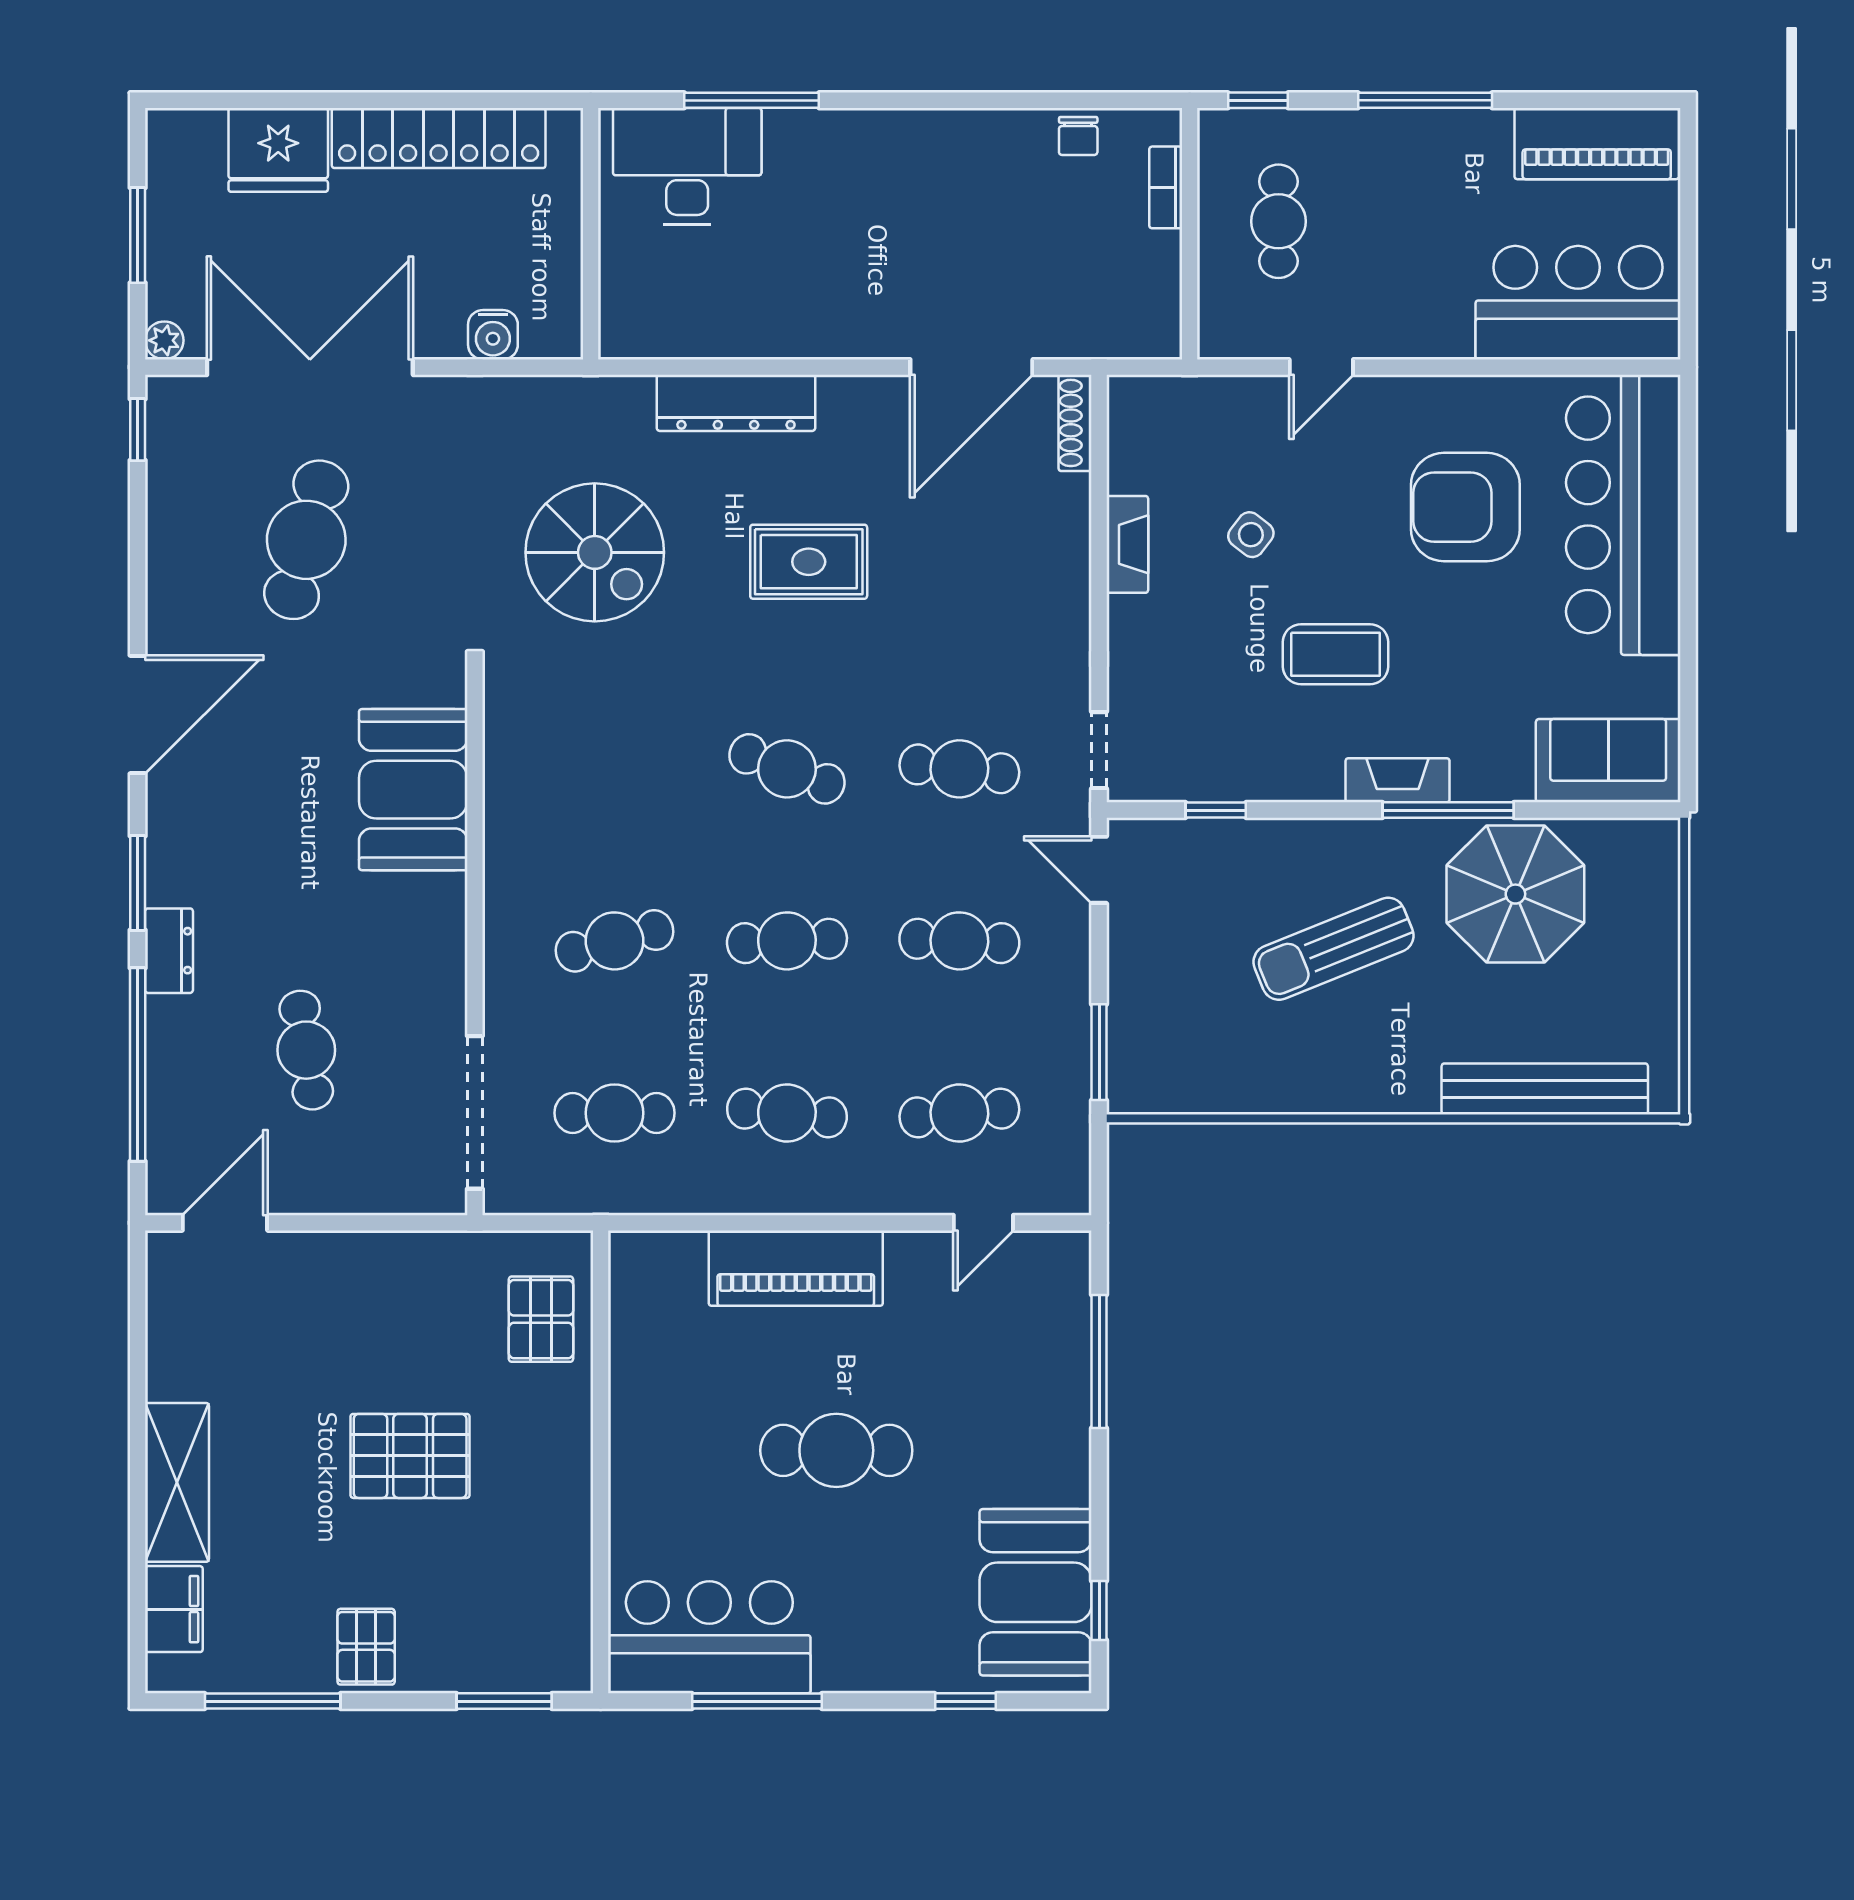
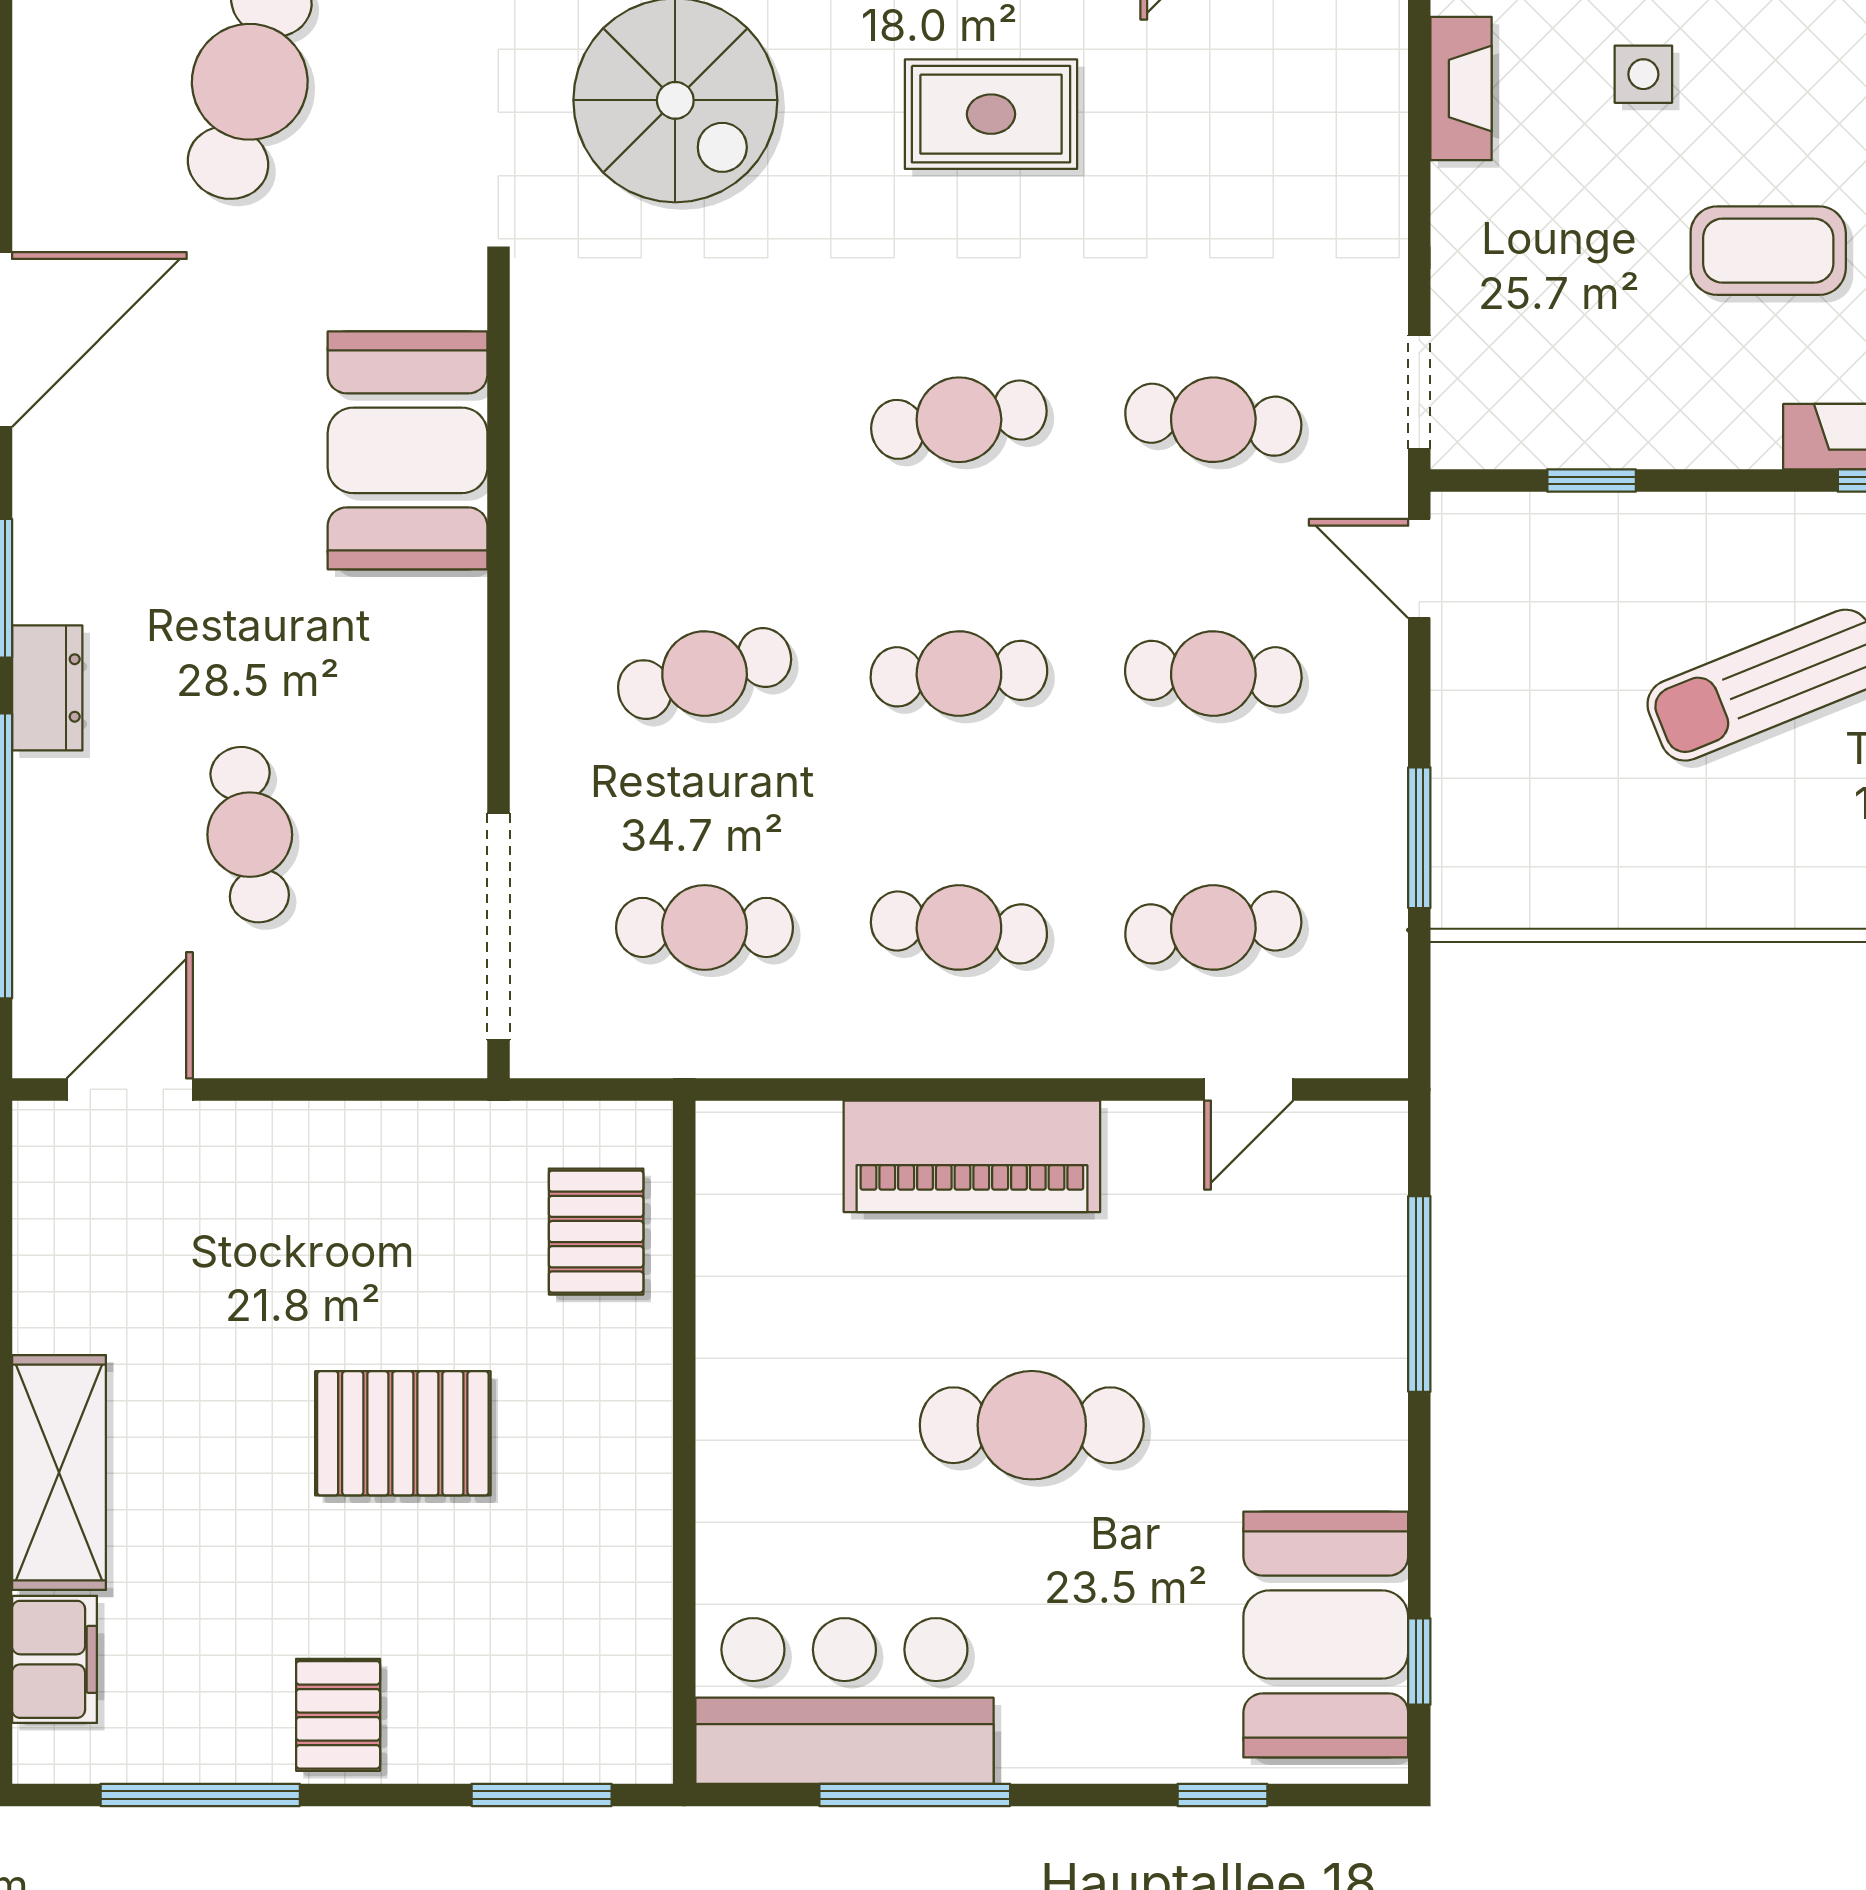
side table: (1251, 535) -> (1643, 74), turned -38
cafe table: (787, 769) -> (959, 420), turned -30

